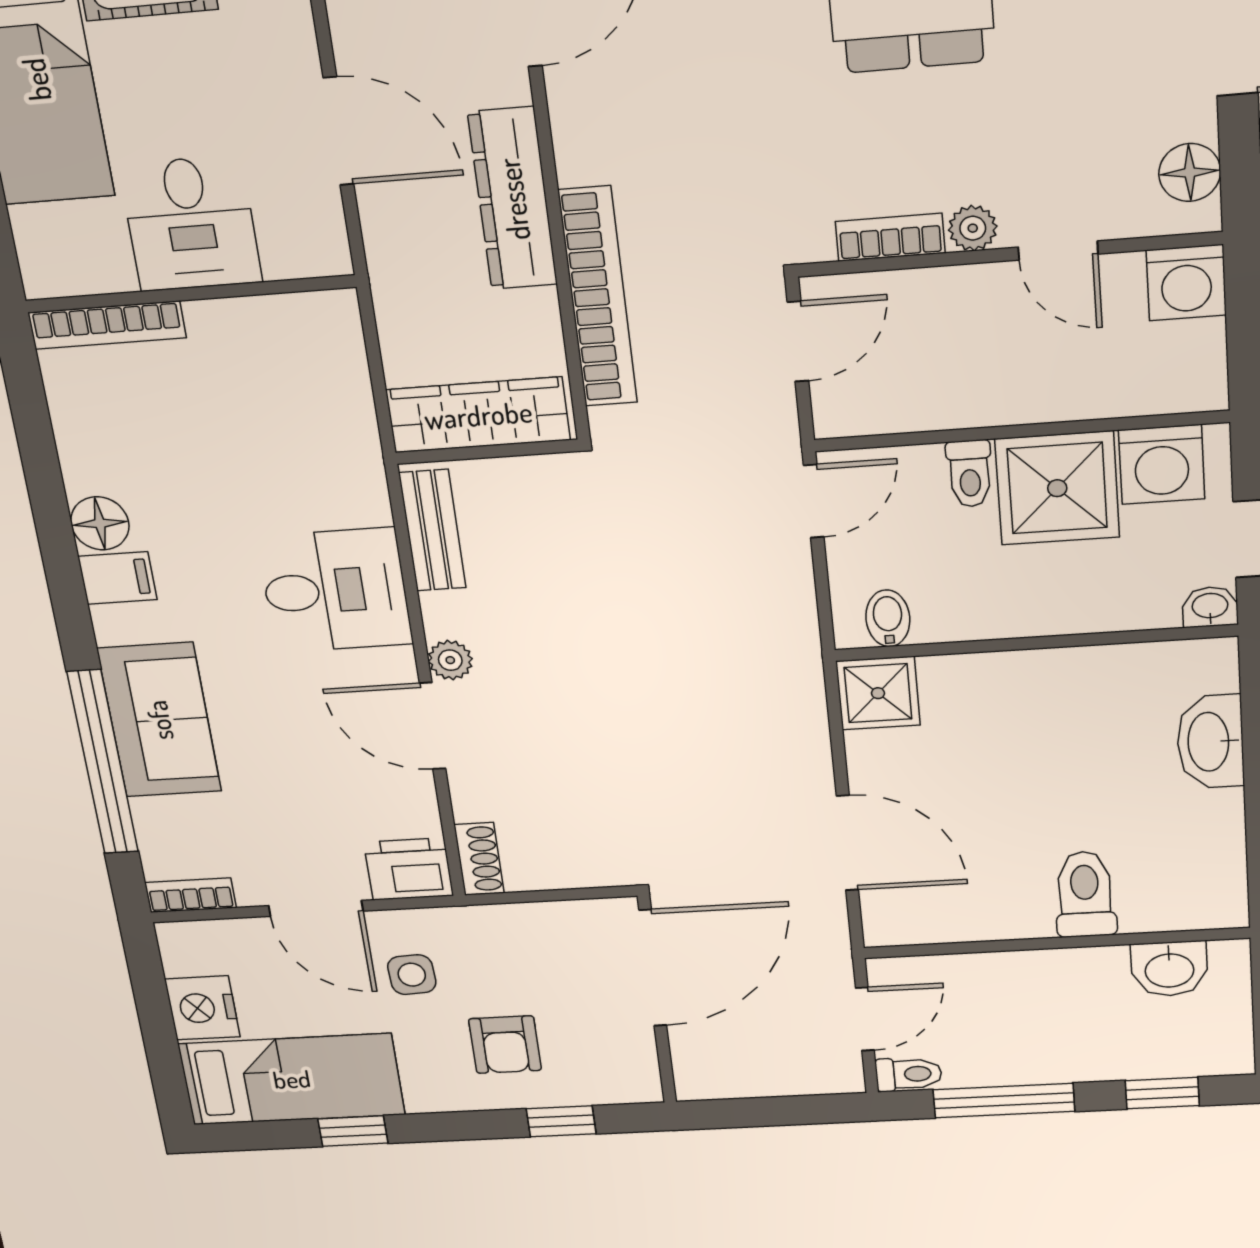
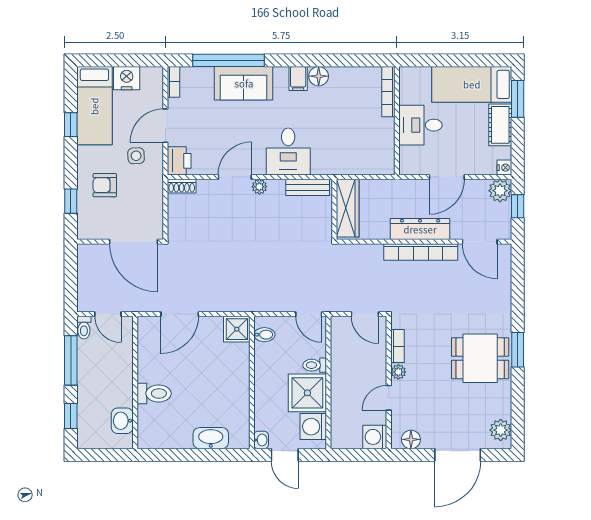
bookcase: (598, 297) -> (421, 252), moved

